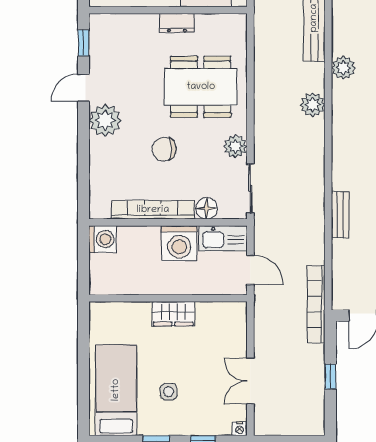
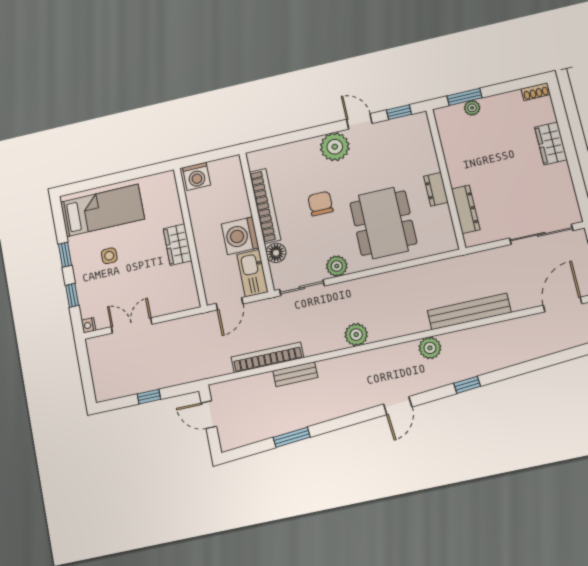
plant: (313, 105) -> (356, 335), moved
washing machine: (102, 239) -> (196, 176), moved
bookcase: (316, 304) -> (267, 357), moved

